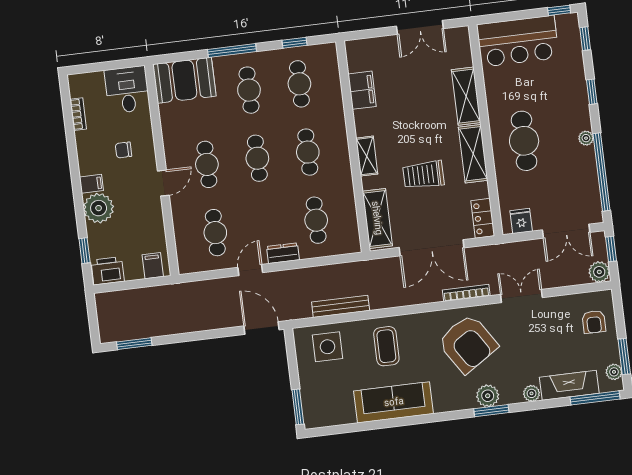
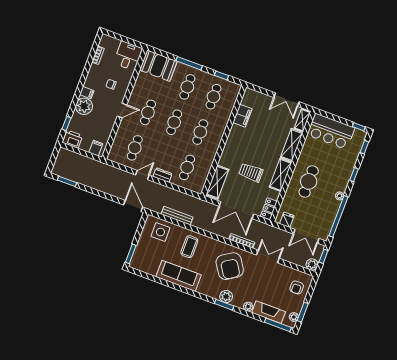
shelving: (367, 156) -> (302, 120), moved

